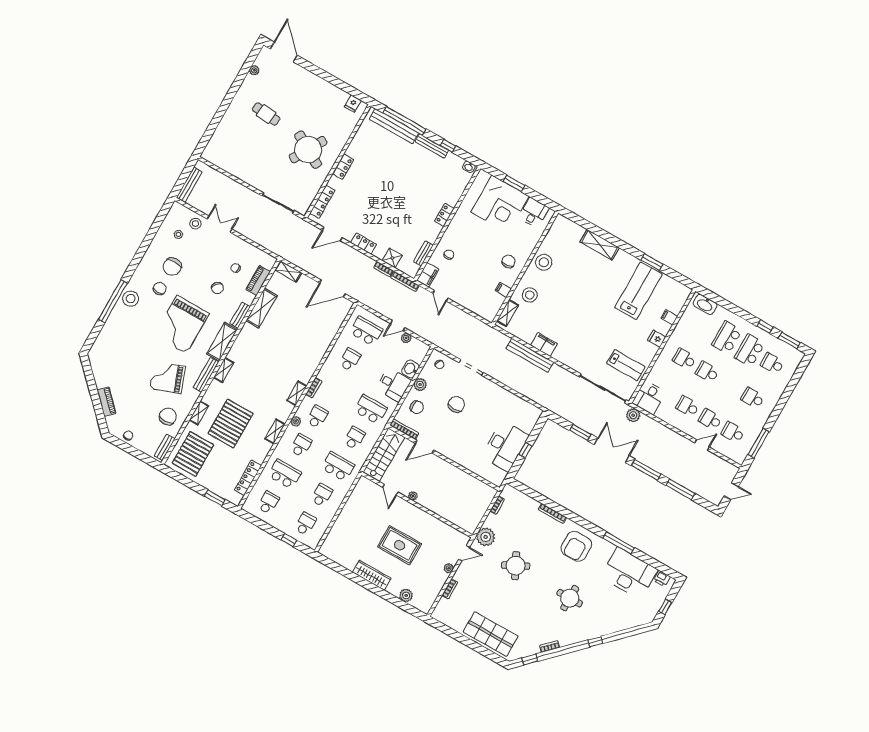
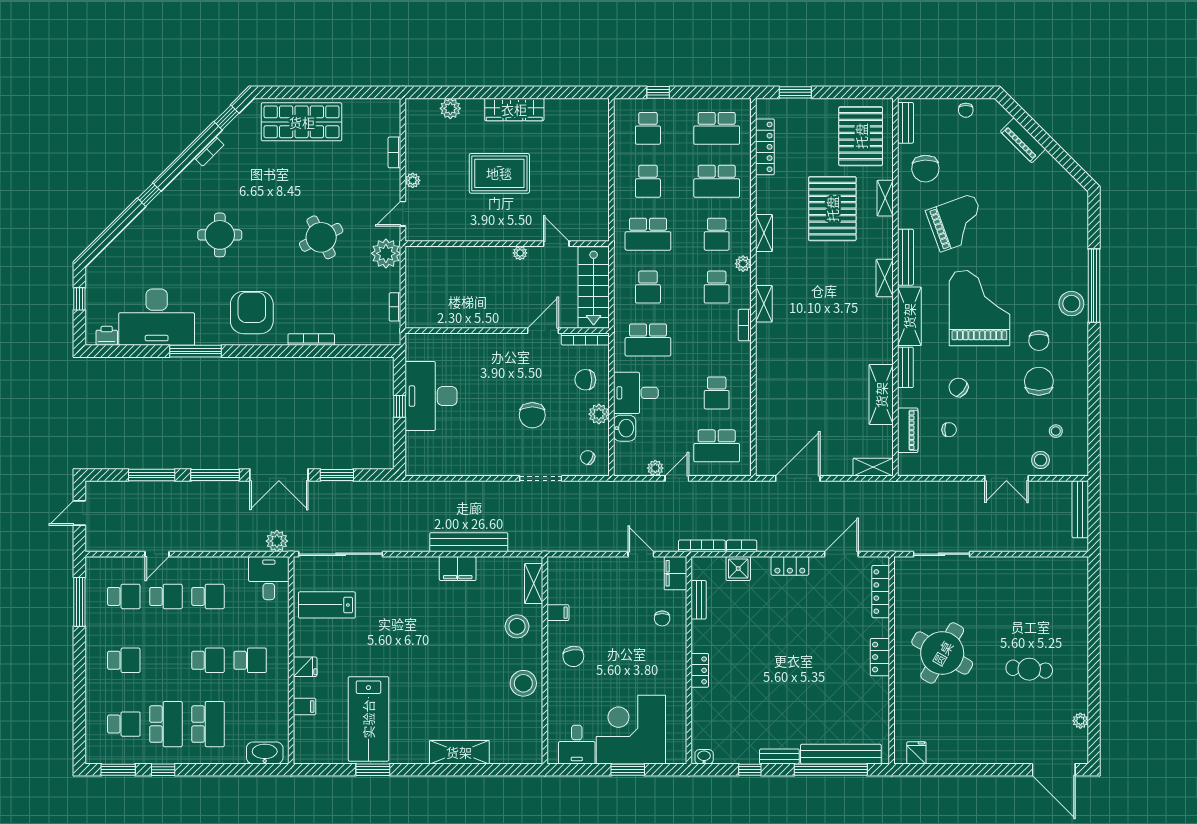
bench: (432, 146) -> (779, 757), width x0.73
school desk: (268, 503) -> (717, 128), width x1.85

